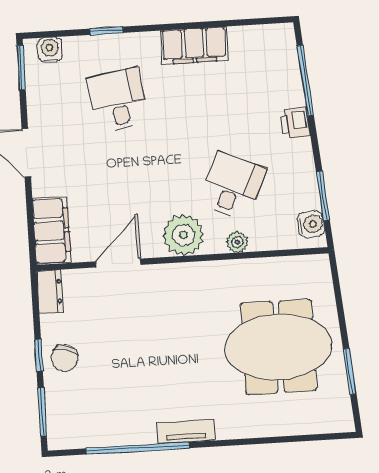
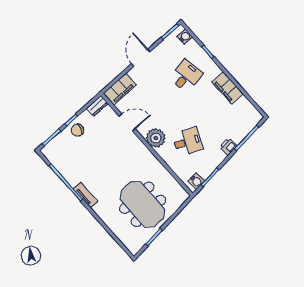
plant: (237, 242) -> (169, 159), removed

